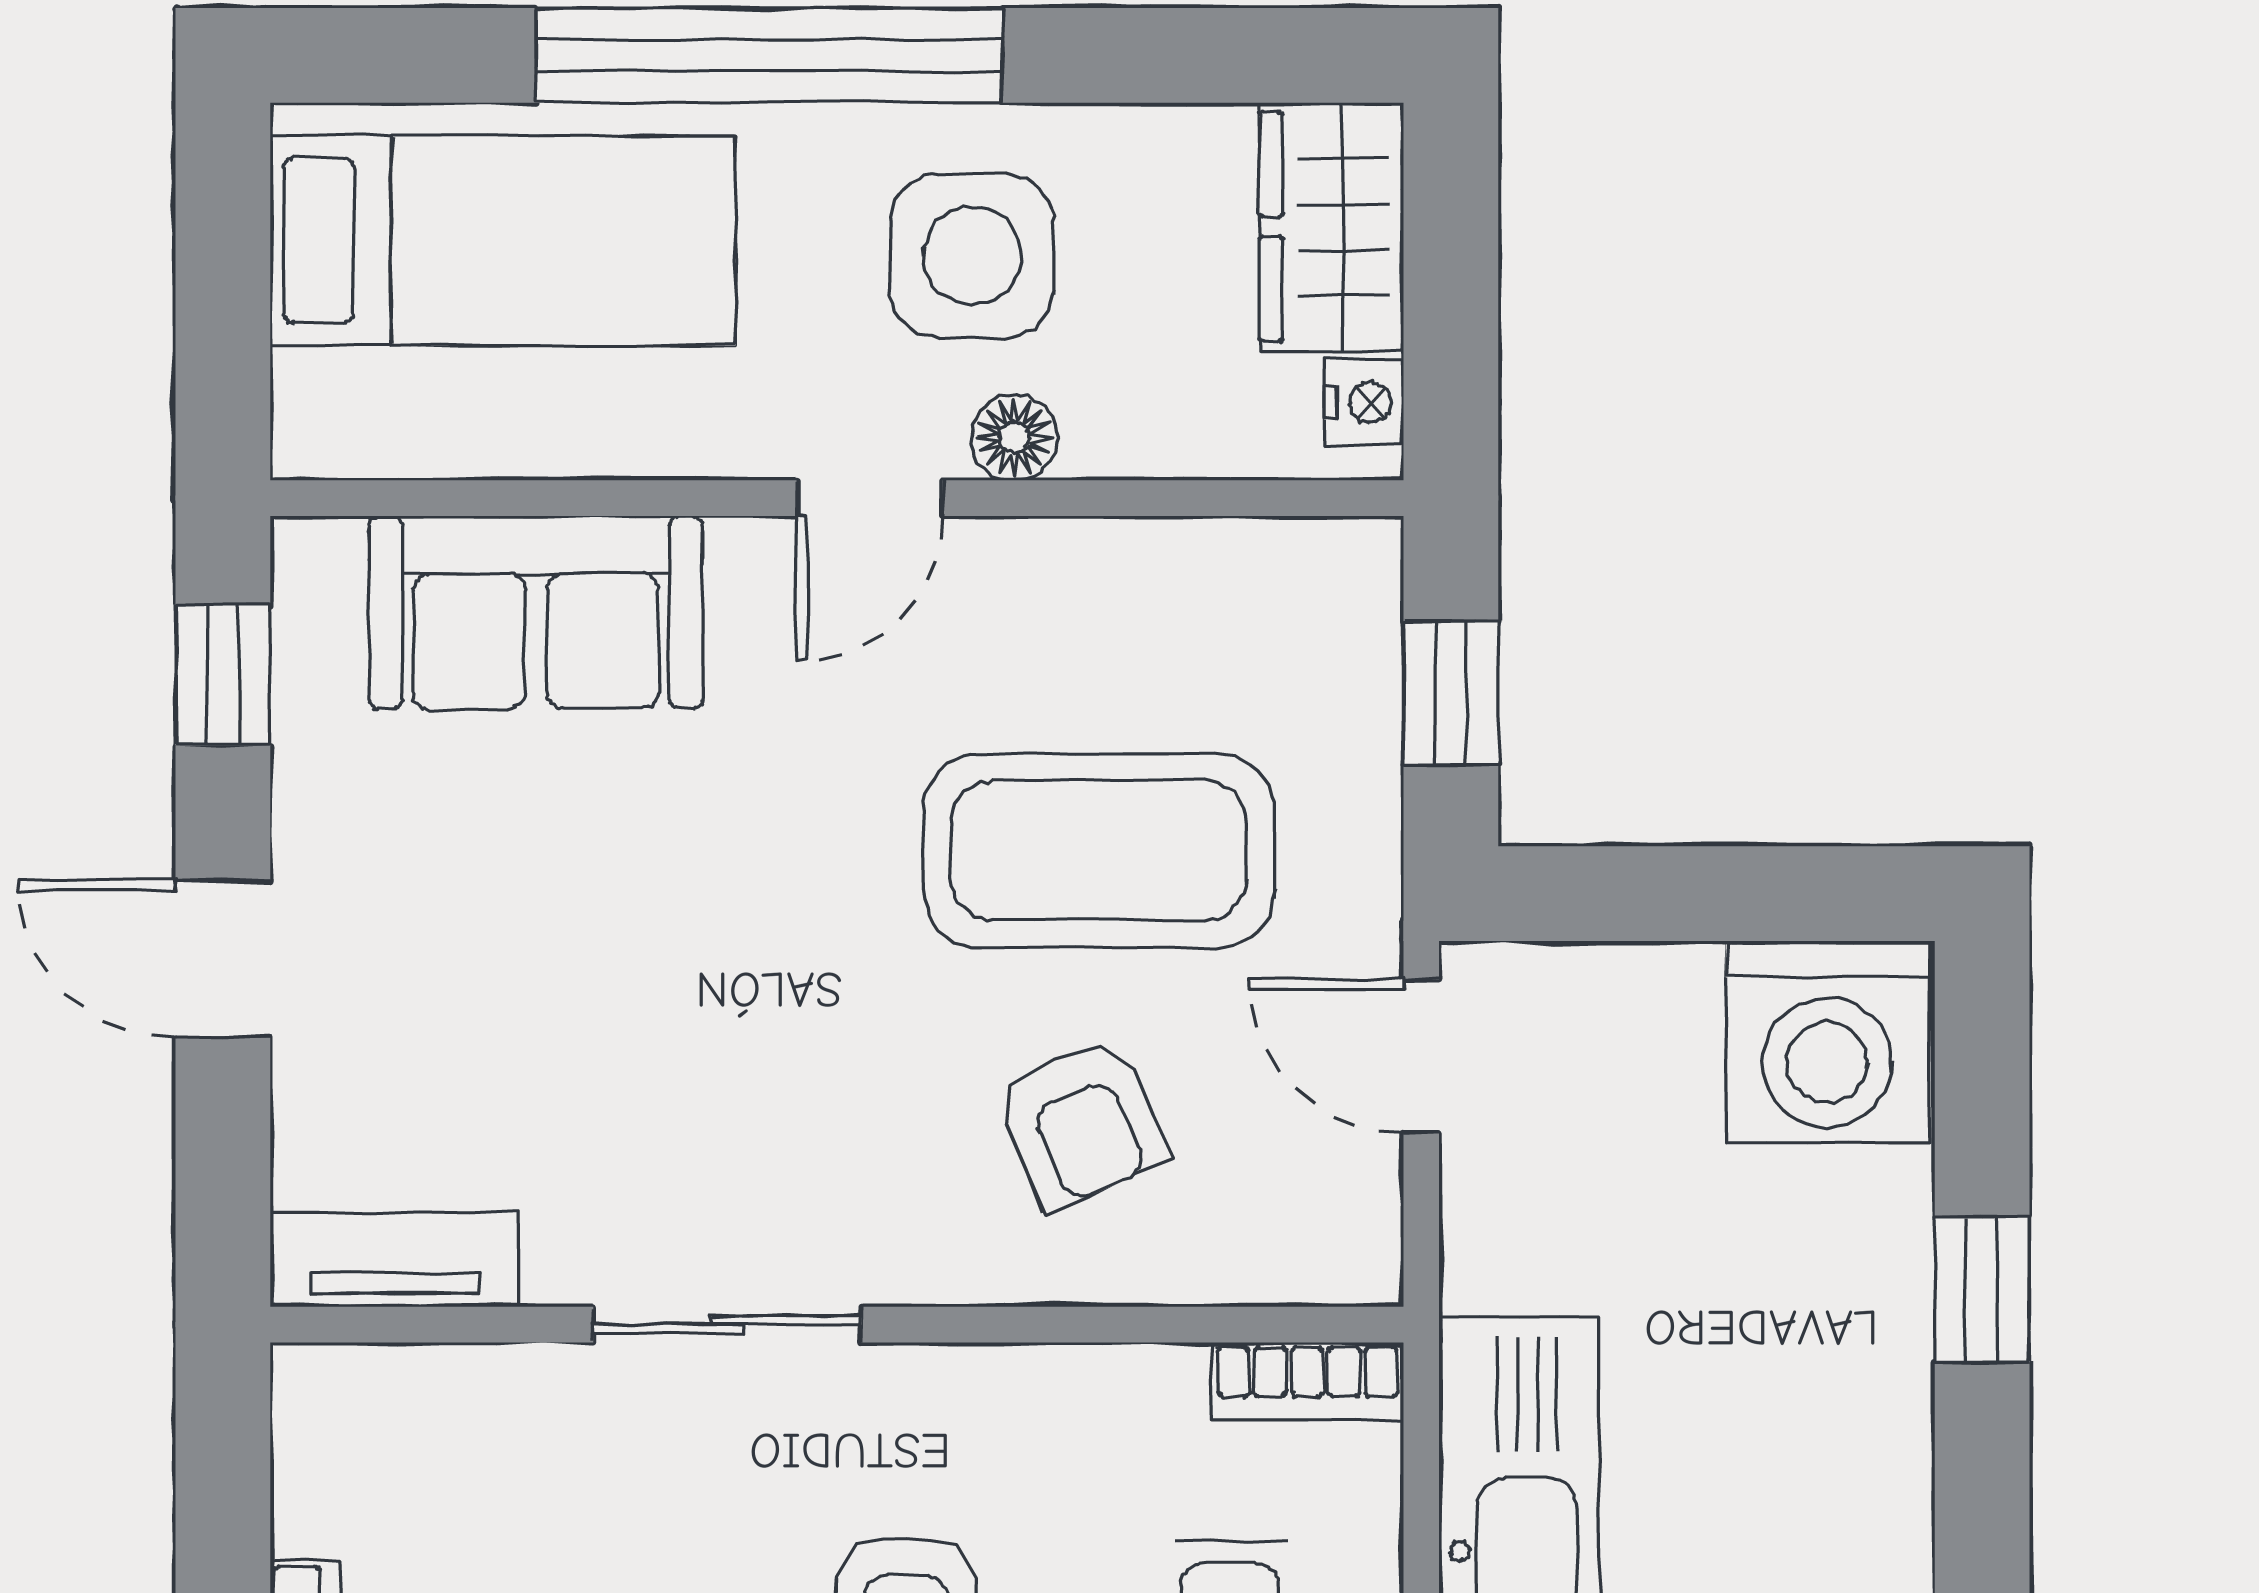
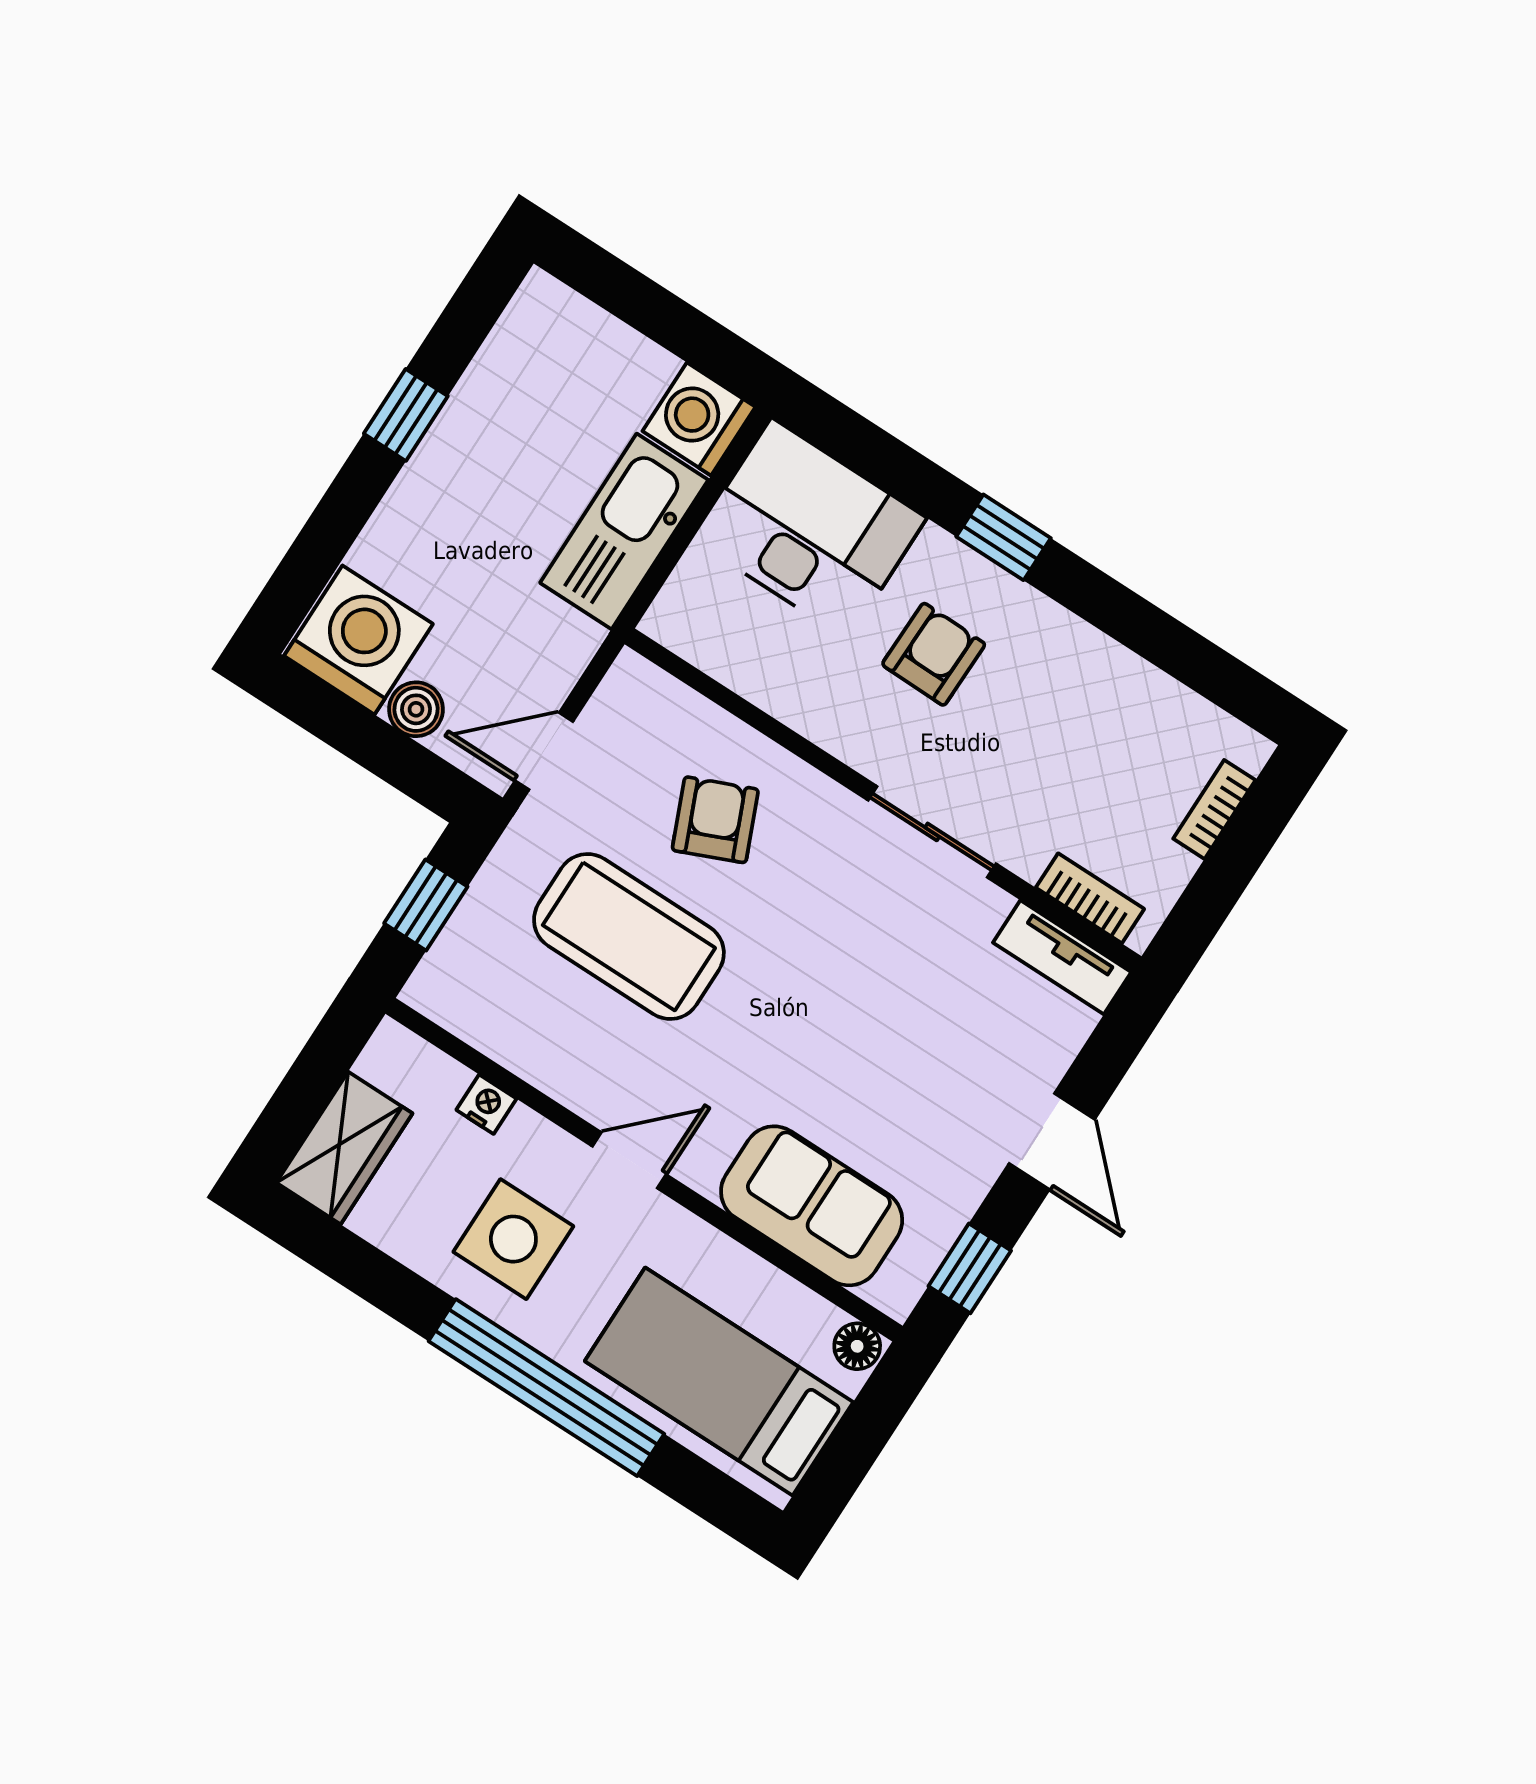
nightstand: (1364, 403) -> (486, 1104), moved, turned 90
floor lamp: (1014, 437) -> (857, 1346), moved
boiler: (1666, 992) -> (416, 709), added
door: (1421, 1056) -> (544, 751), swing flipped
window: (1982, 1290) -> (406, 415), moved
bookcase: (1307, 1381) -> (1090, 898), moved

